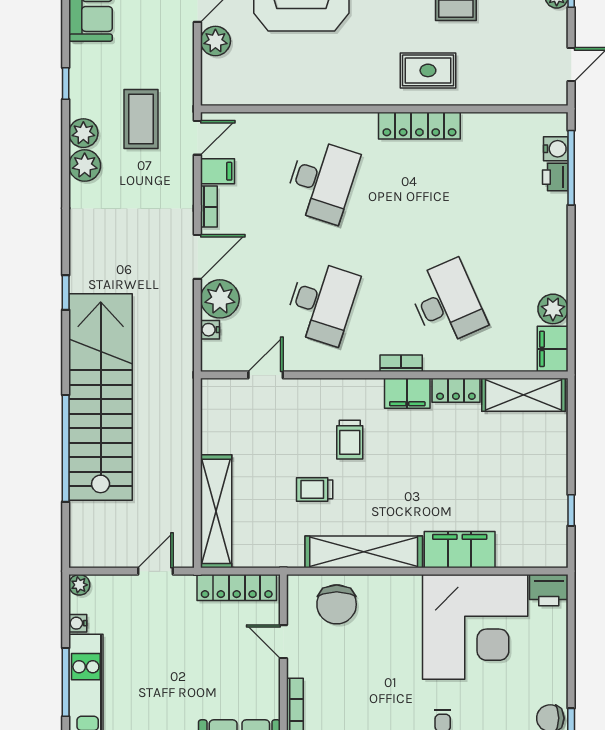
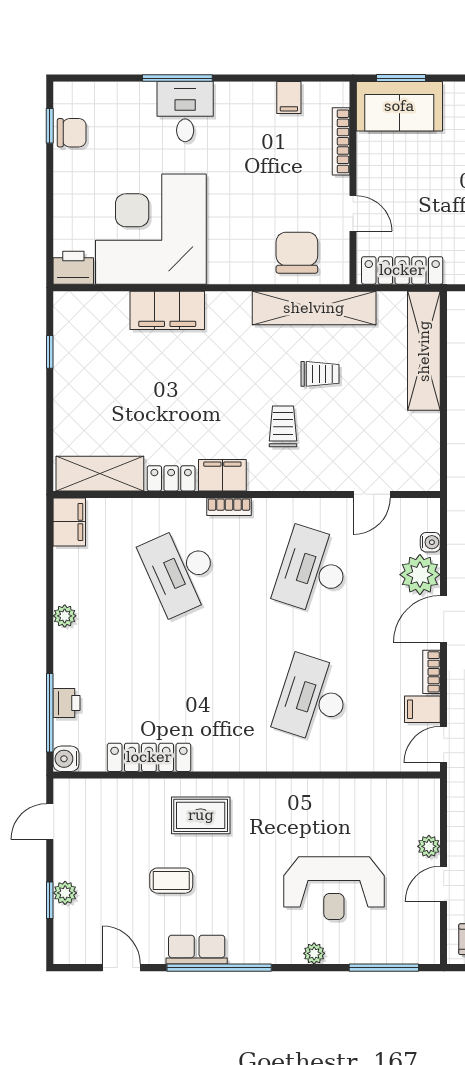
plant: (215, 41) -> (429, 846), width x0.73, depth x0.73
locker: (419, 126) -> (149, 757), moved
water cooler: (556, 149) -> (66, 759), moved
plant: (553, 309) -> (65, 616), moved, width x0.73, depth x0.73
shelving: (364, 552) -> (314, 308), moved

